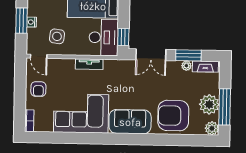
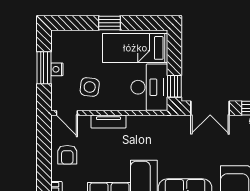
tv unit: (89, 64) -> (108, 122), moved

